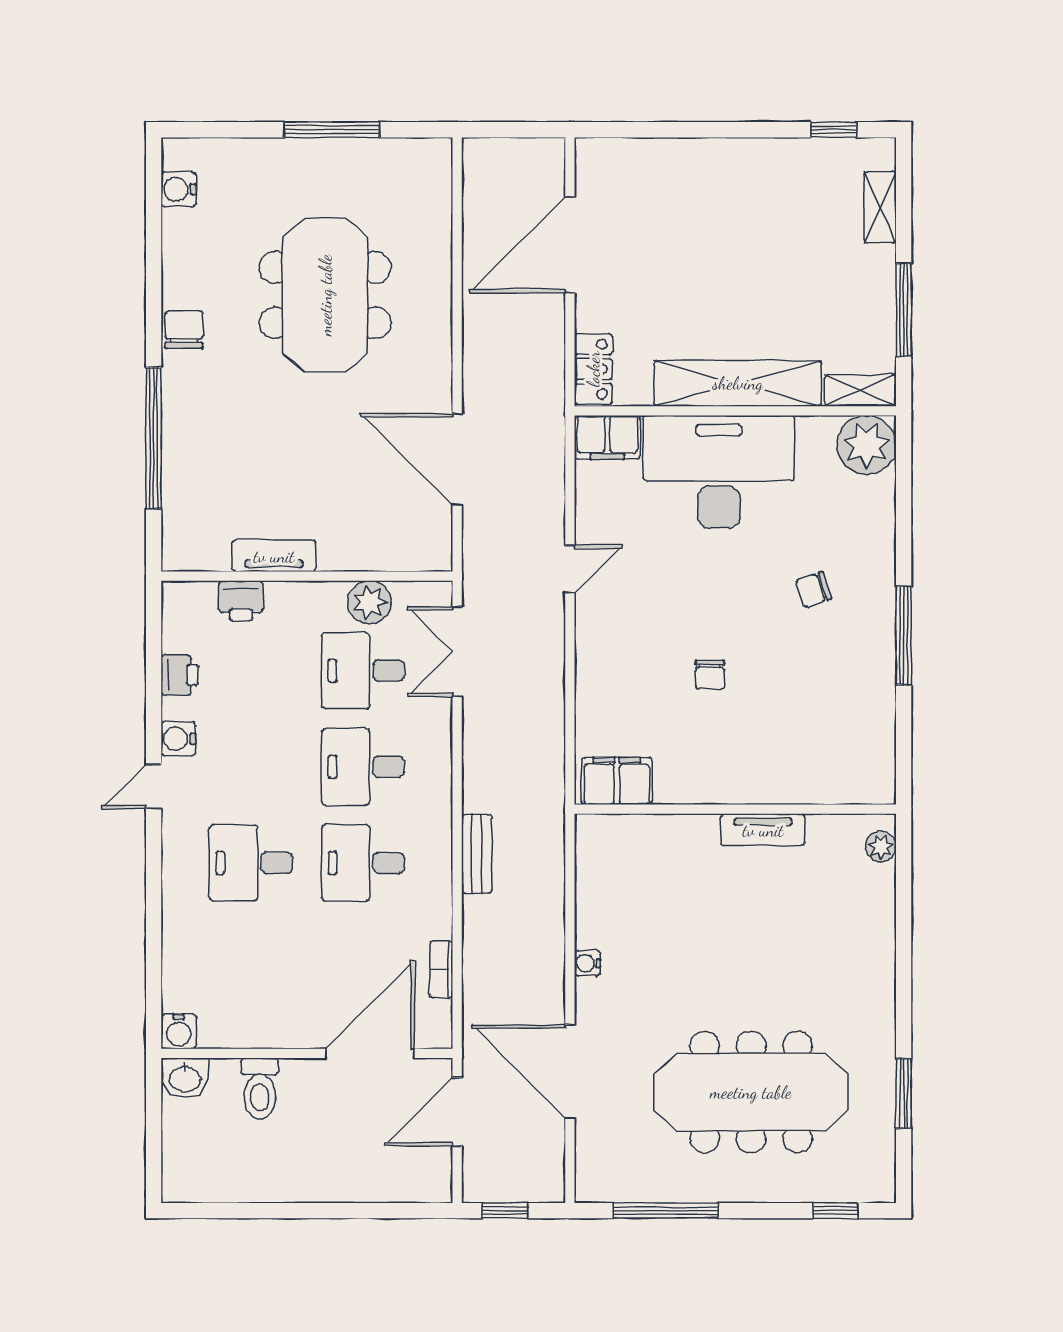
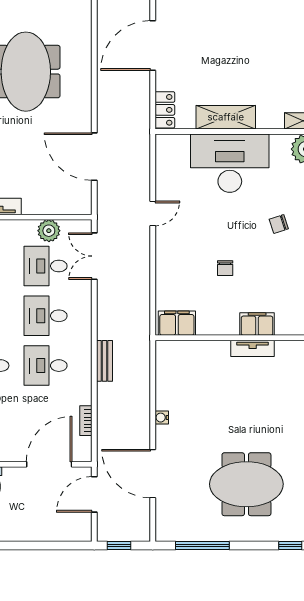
shelving: (738, 383) -> (226, 117), width x0.68
filing cabinet: (607, 437) -> (257, 324), moved, turned 180
meeting table: (751, 1092) -> (246, 484), width x0.73

